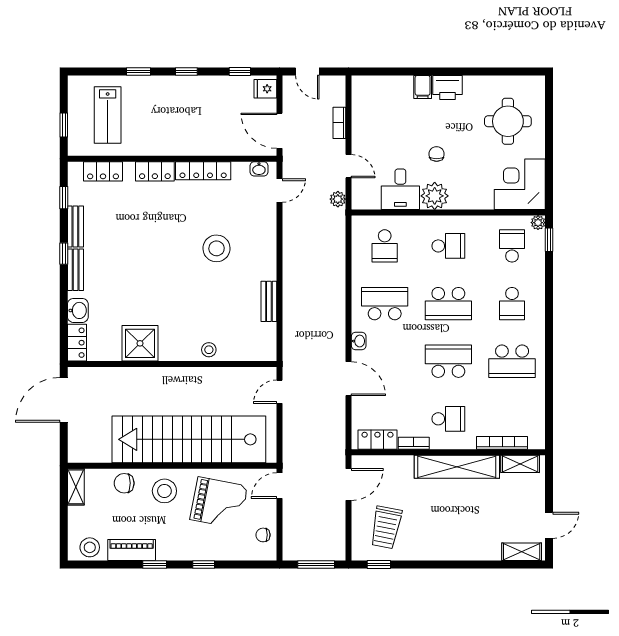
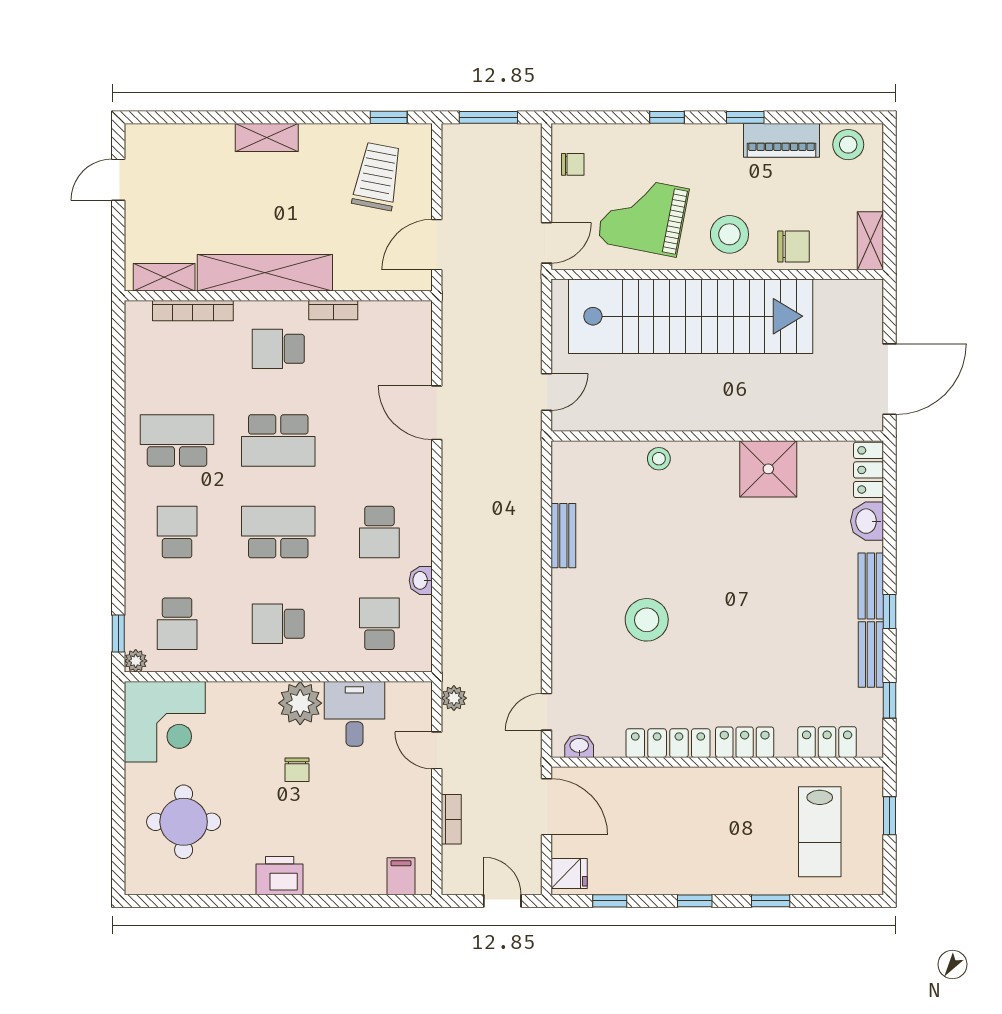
filing cabinet: (423, 87) -> (401, 876), moved
lab bench: (108, 115) -> (820, 832), turned 180
school desk: (385, 304) -> (379, 532), width x0.54
washbasin: (359, 341) -> (421, 580), moved
locker: (377, 440) -> (391, 316), removed
shelving: (522, 552) -> (267, 138), moved

